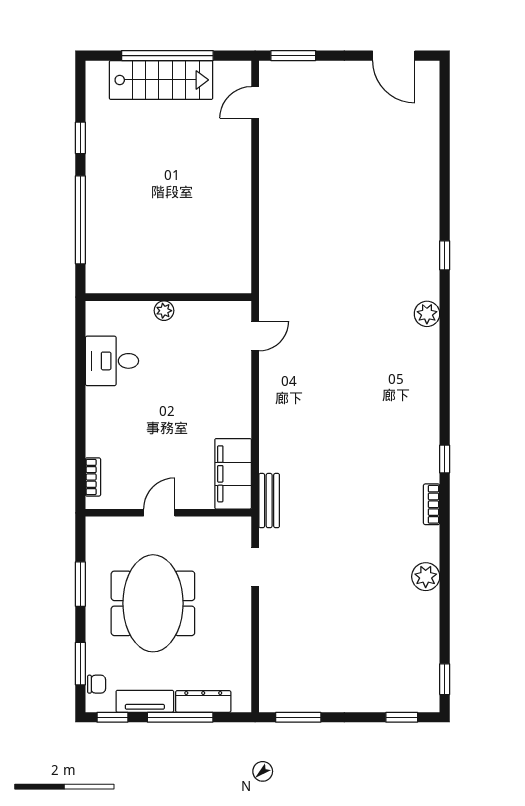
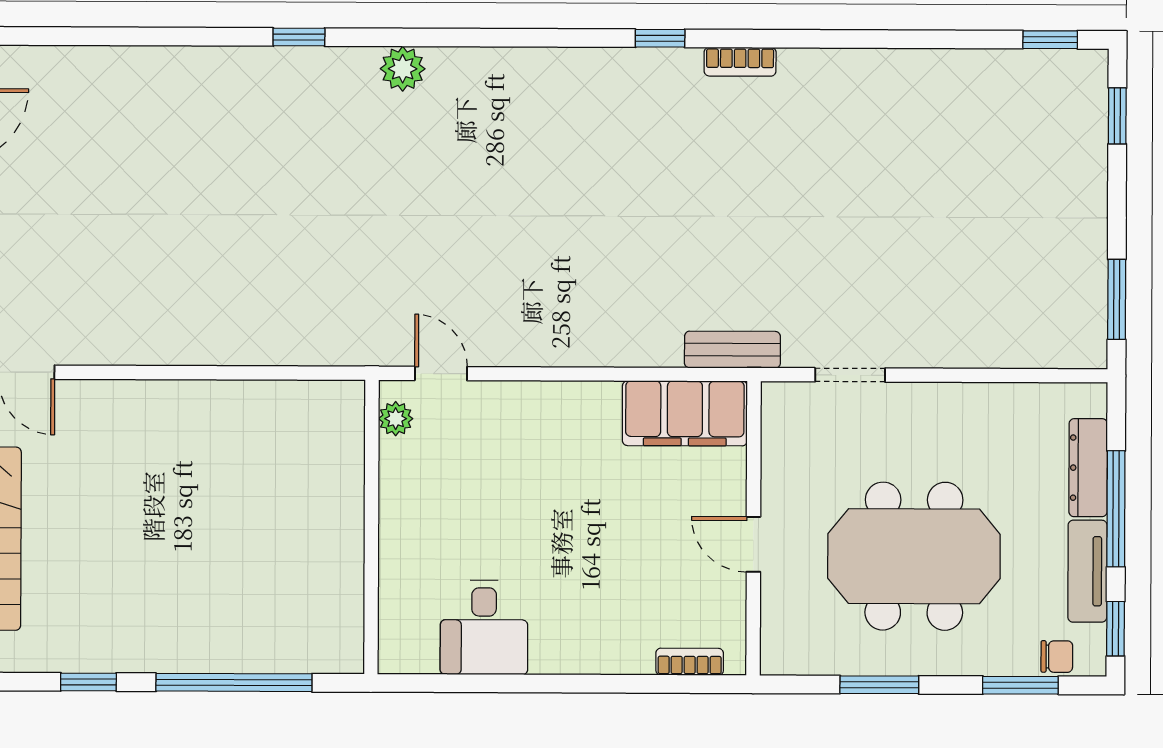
plant: (164, 311) -> (396, 419), moved
plant: (426, 577) -> (868, 73), removed
chair: (97, 684) -> (1057, 657), turned 90

